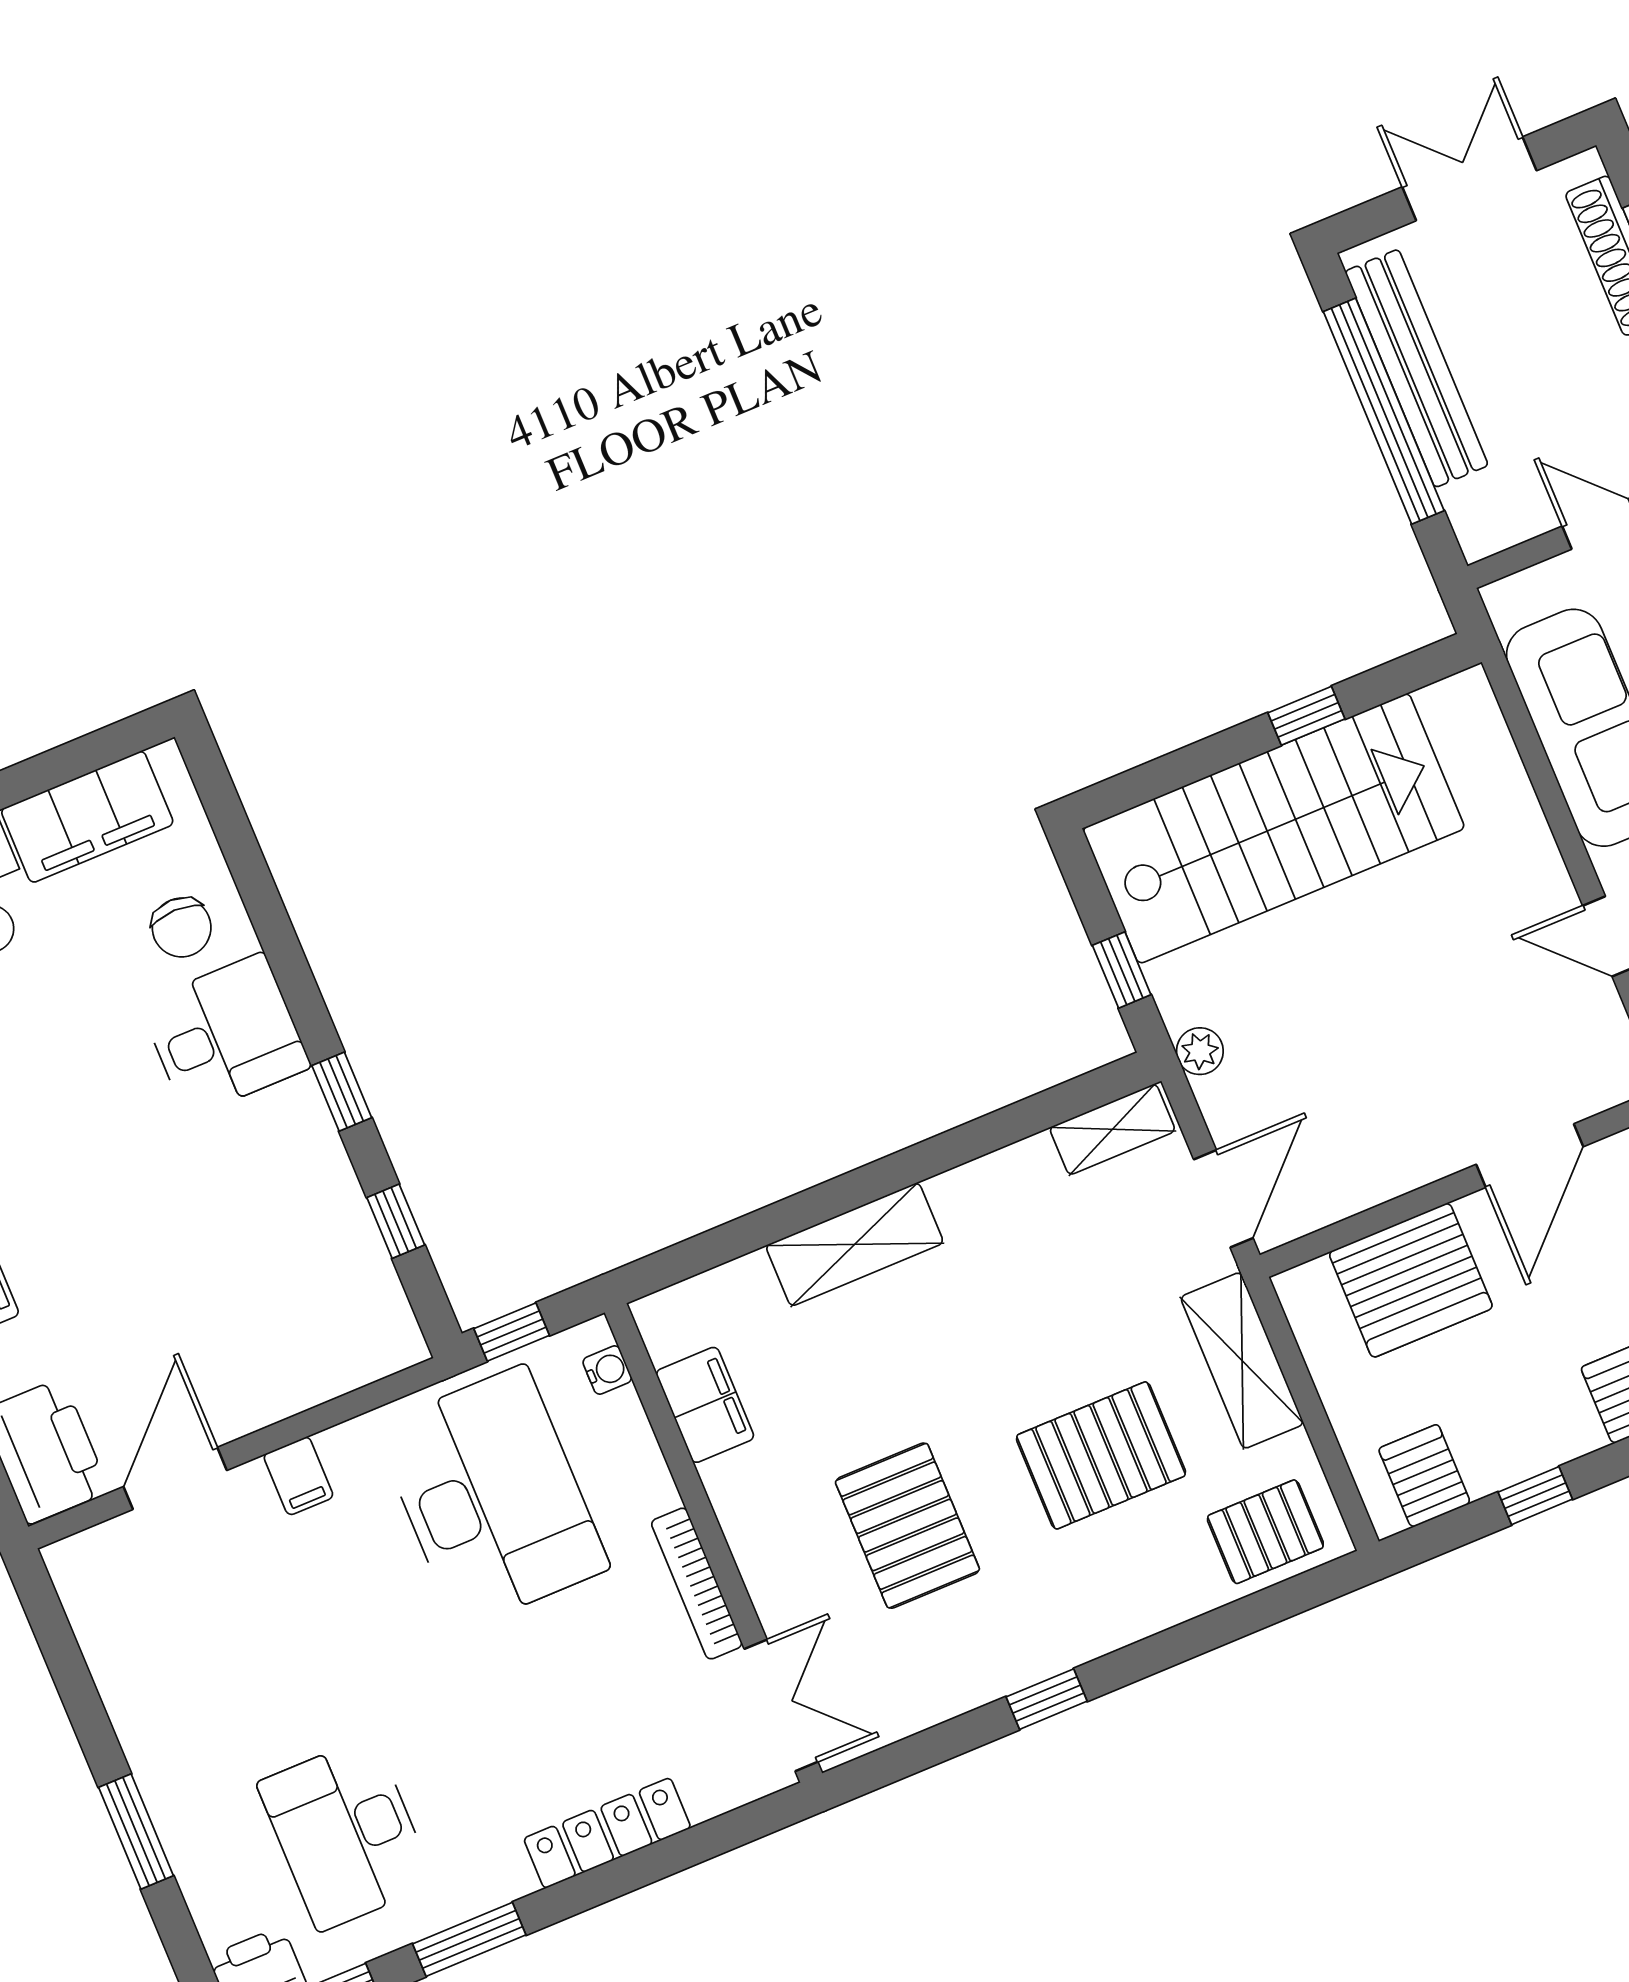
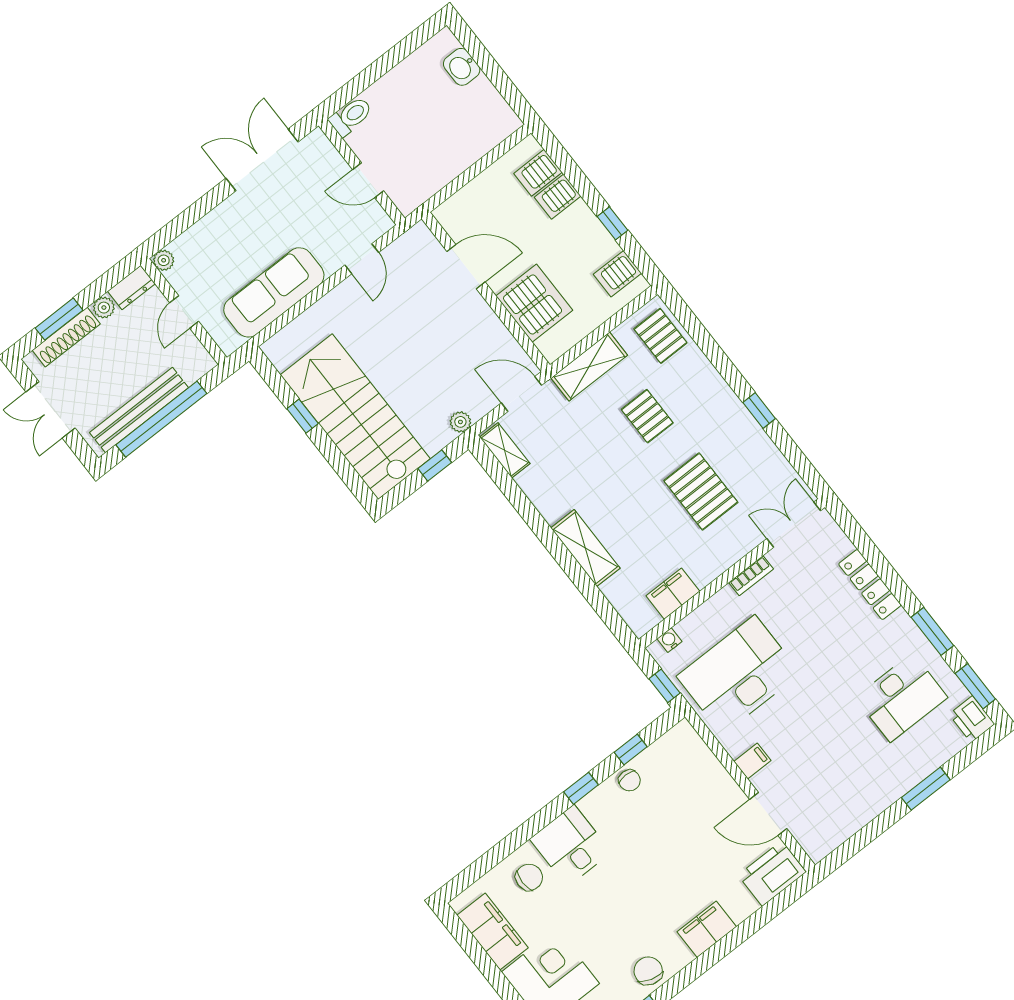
chair: (330, 1201) -> (630, 780), added
pallet: (1101, 1455) -> (647, 416), width x0.67, depth x0.71
pallet: (907, 1526) -> (701, 491), turned 90
bookcase: (697, 1584) -> (751, 576), width x0.64

